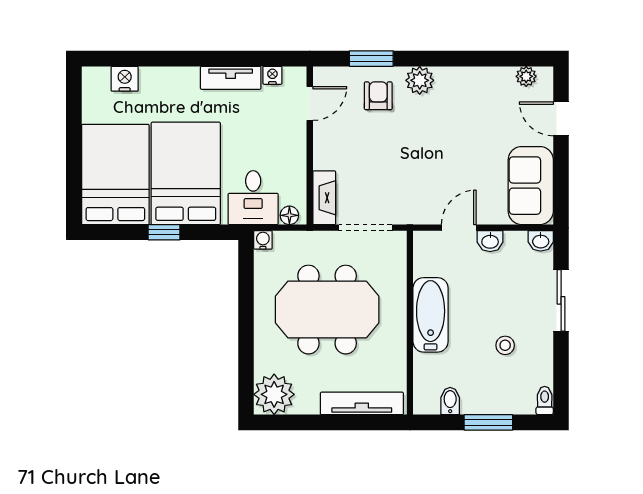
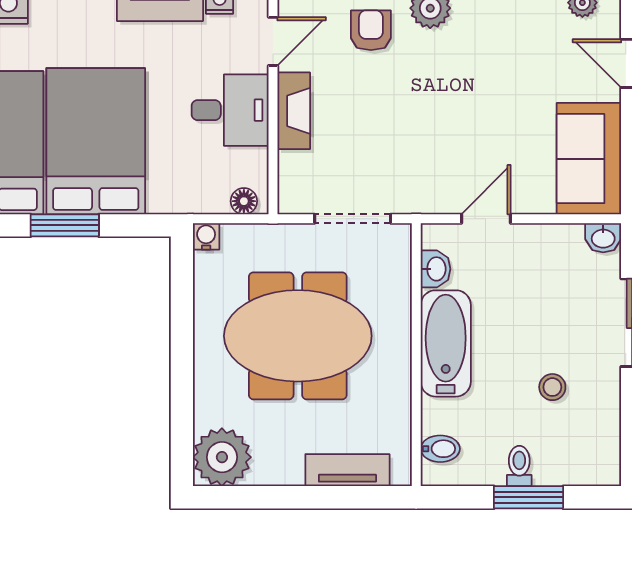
desk: (253, 198) -> (230, 110), moved, turned -90
fireplace: (324, 198) -> (294, 111), moved
window: (164, 232) -> (65, 225), width x1.50
washbasin: (490, 241) -> (436, 269), moved, turned -90
bidet: (450, 401) -> (440, 449), moved, turned 90
toilet: (545, 401) -> (519, 466), moved
tv unit: (362, 403) -> (347, 470), width x0.71

